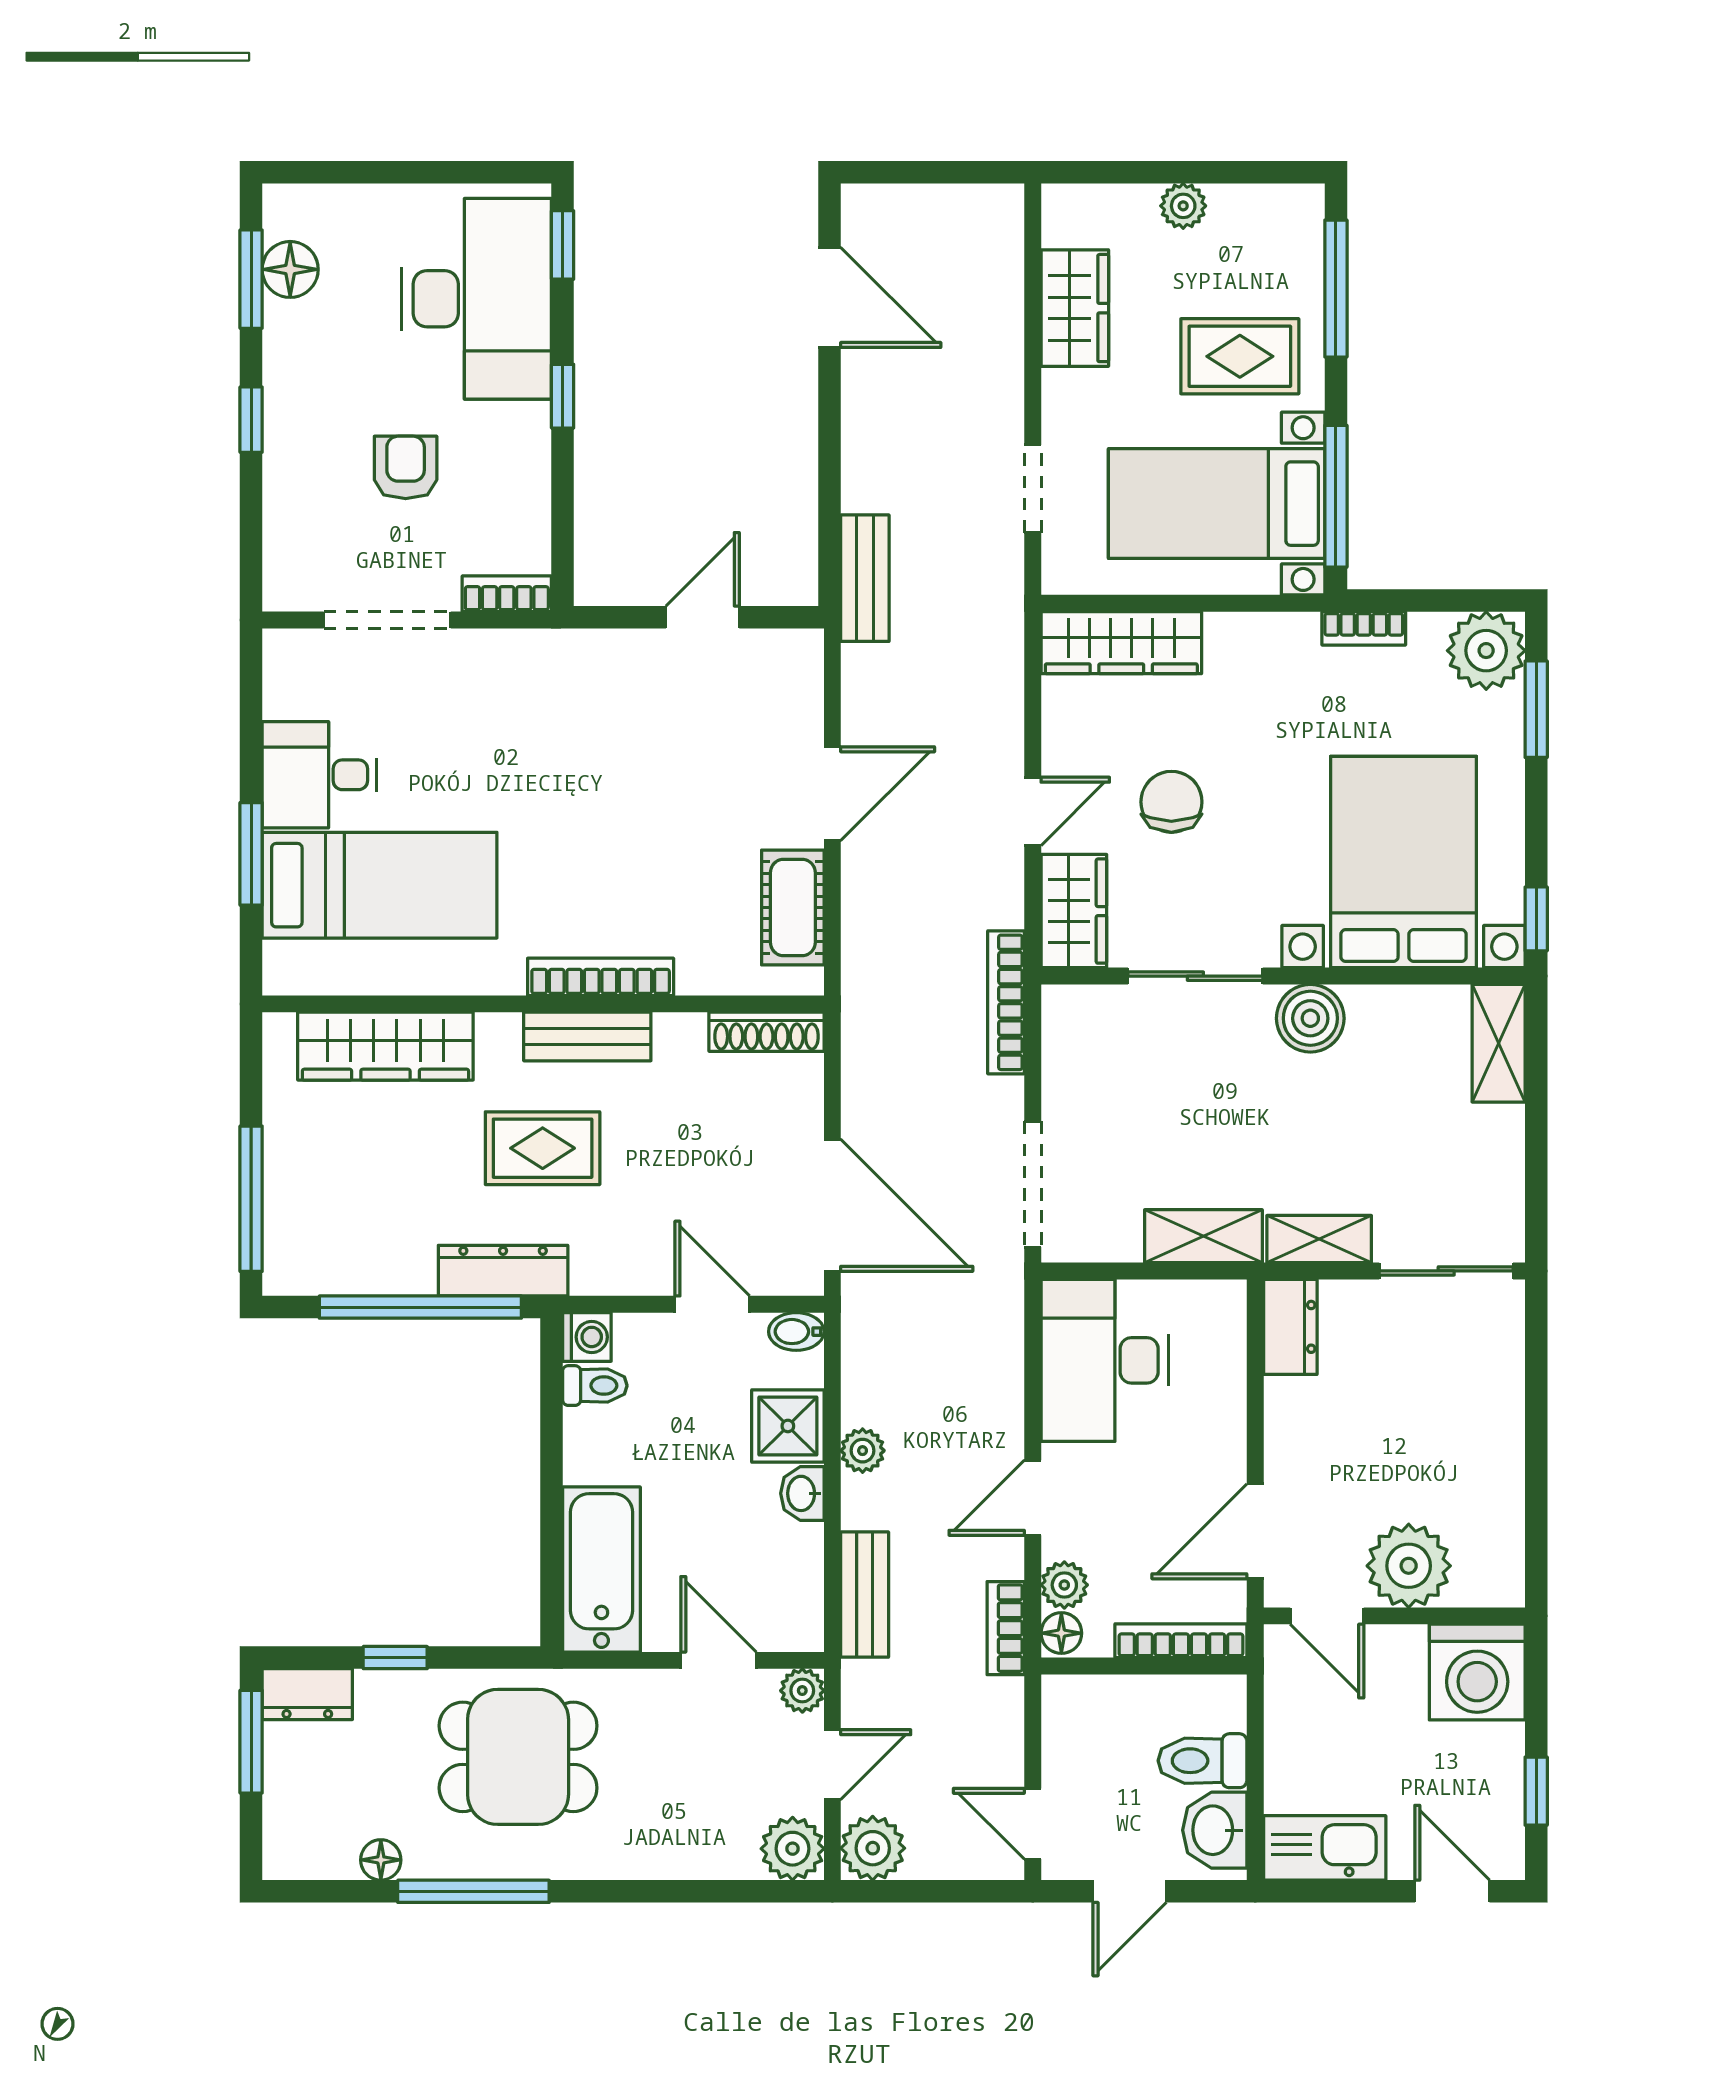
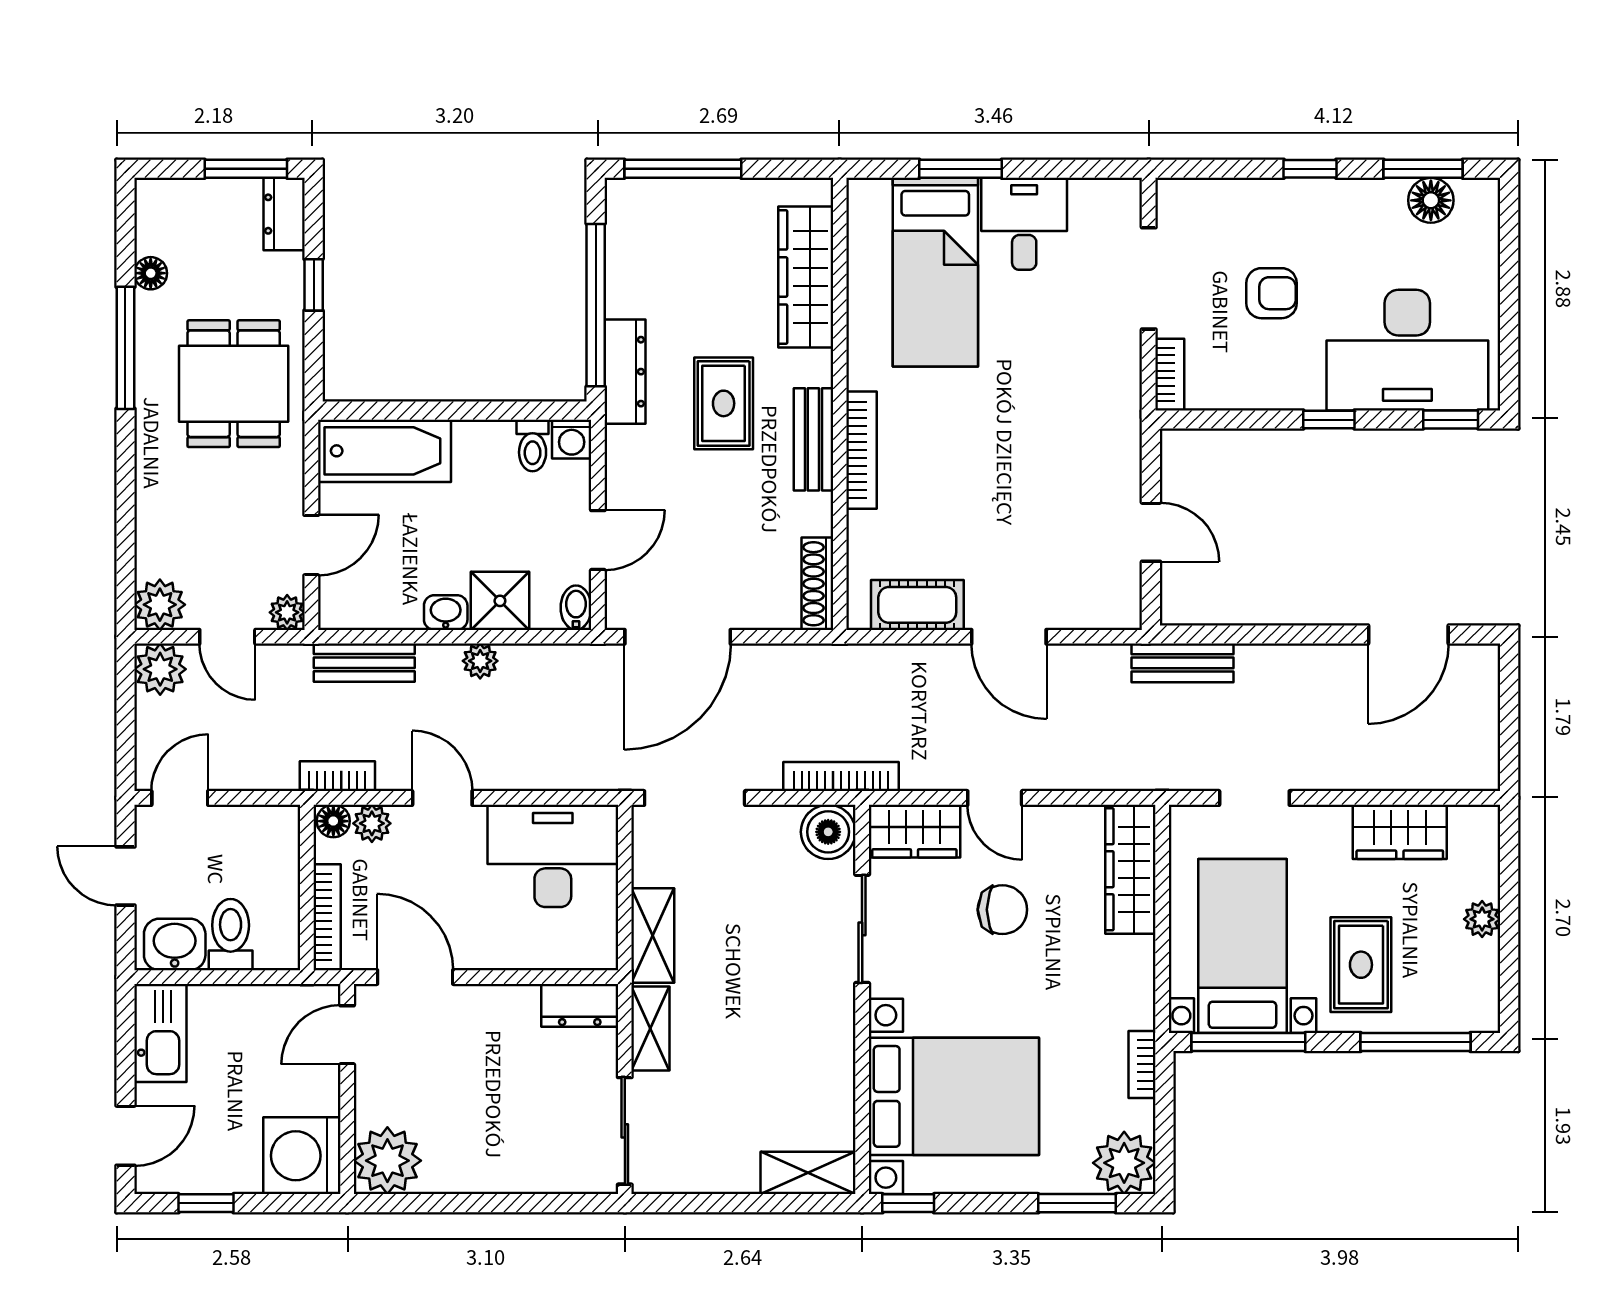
boiler: (1310, 1018) -> (828, 832), moved
plant: (1409, 1566) -> (387, 1161), moved

